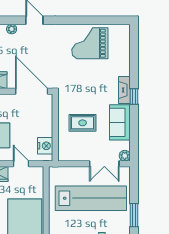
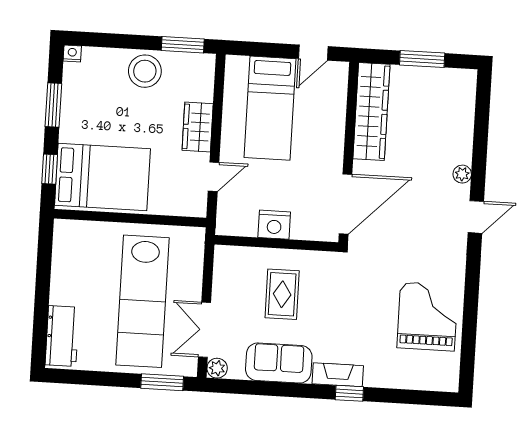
window: (134, 97) -> (349, 393), moved
nightstand: (45, 146) -> (274, 225), moved
window: (134, 215) -> (162, 382), moved

